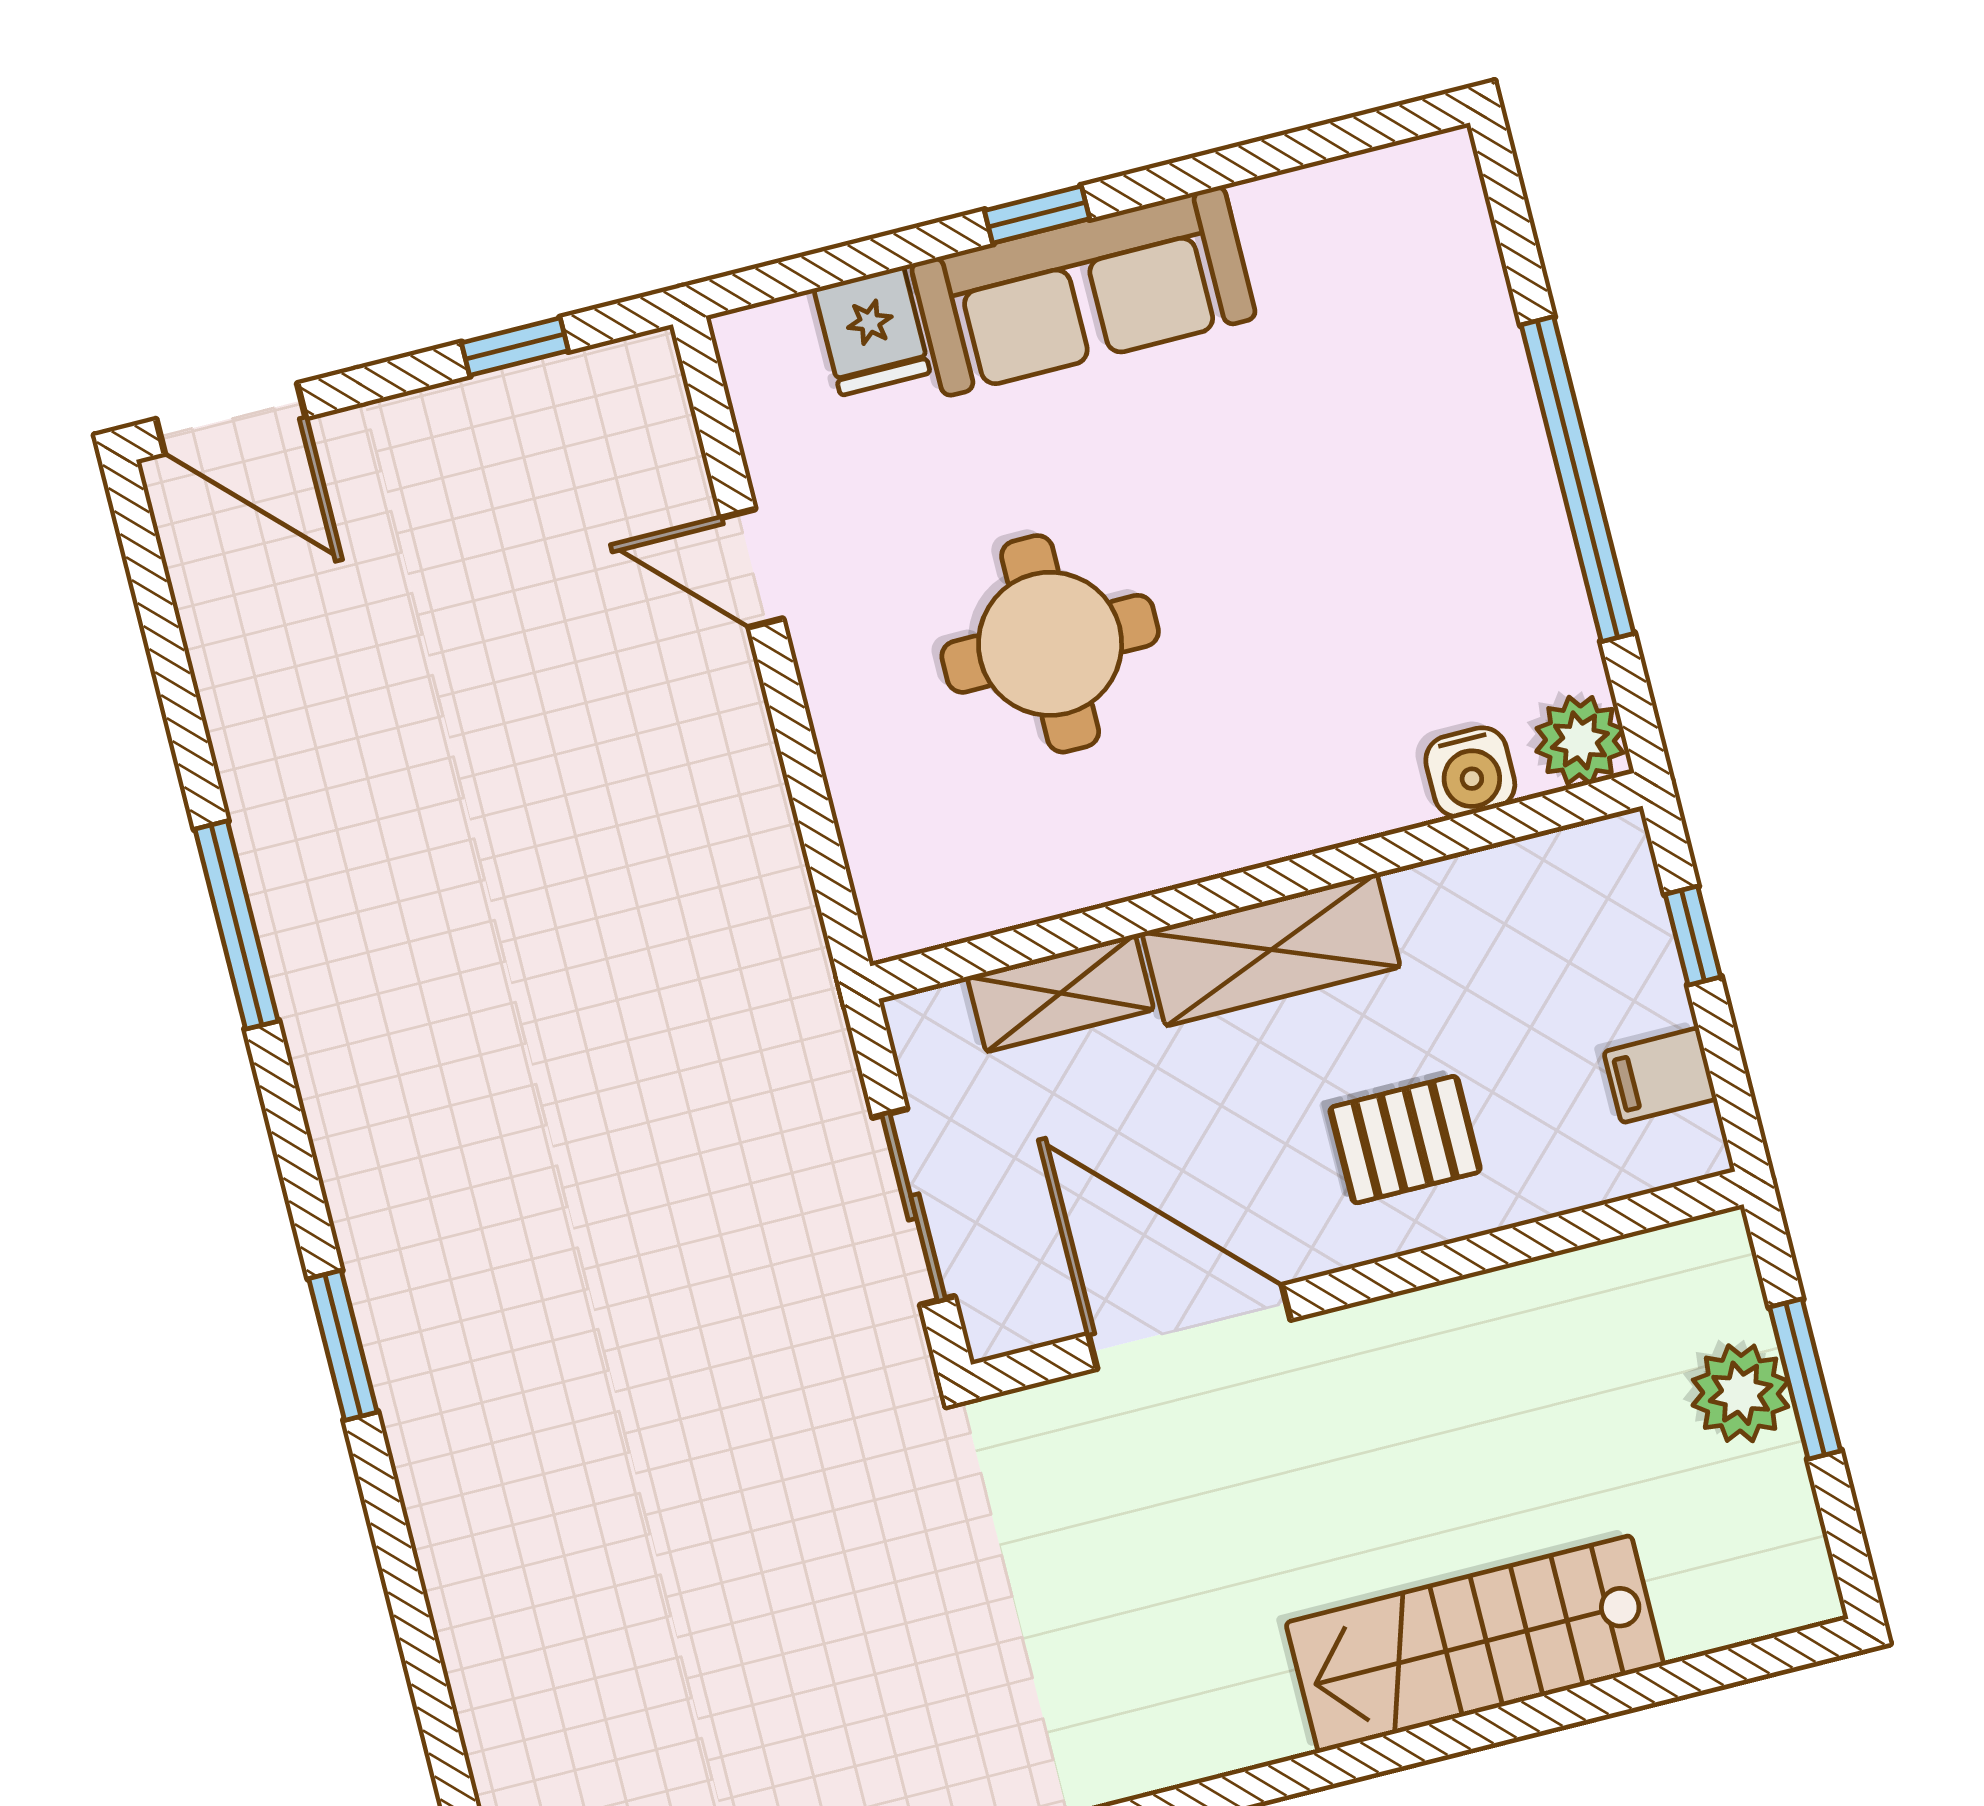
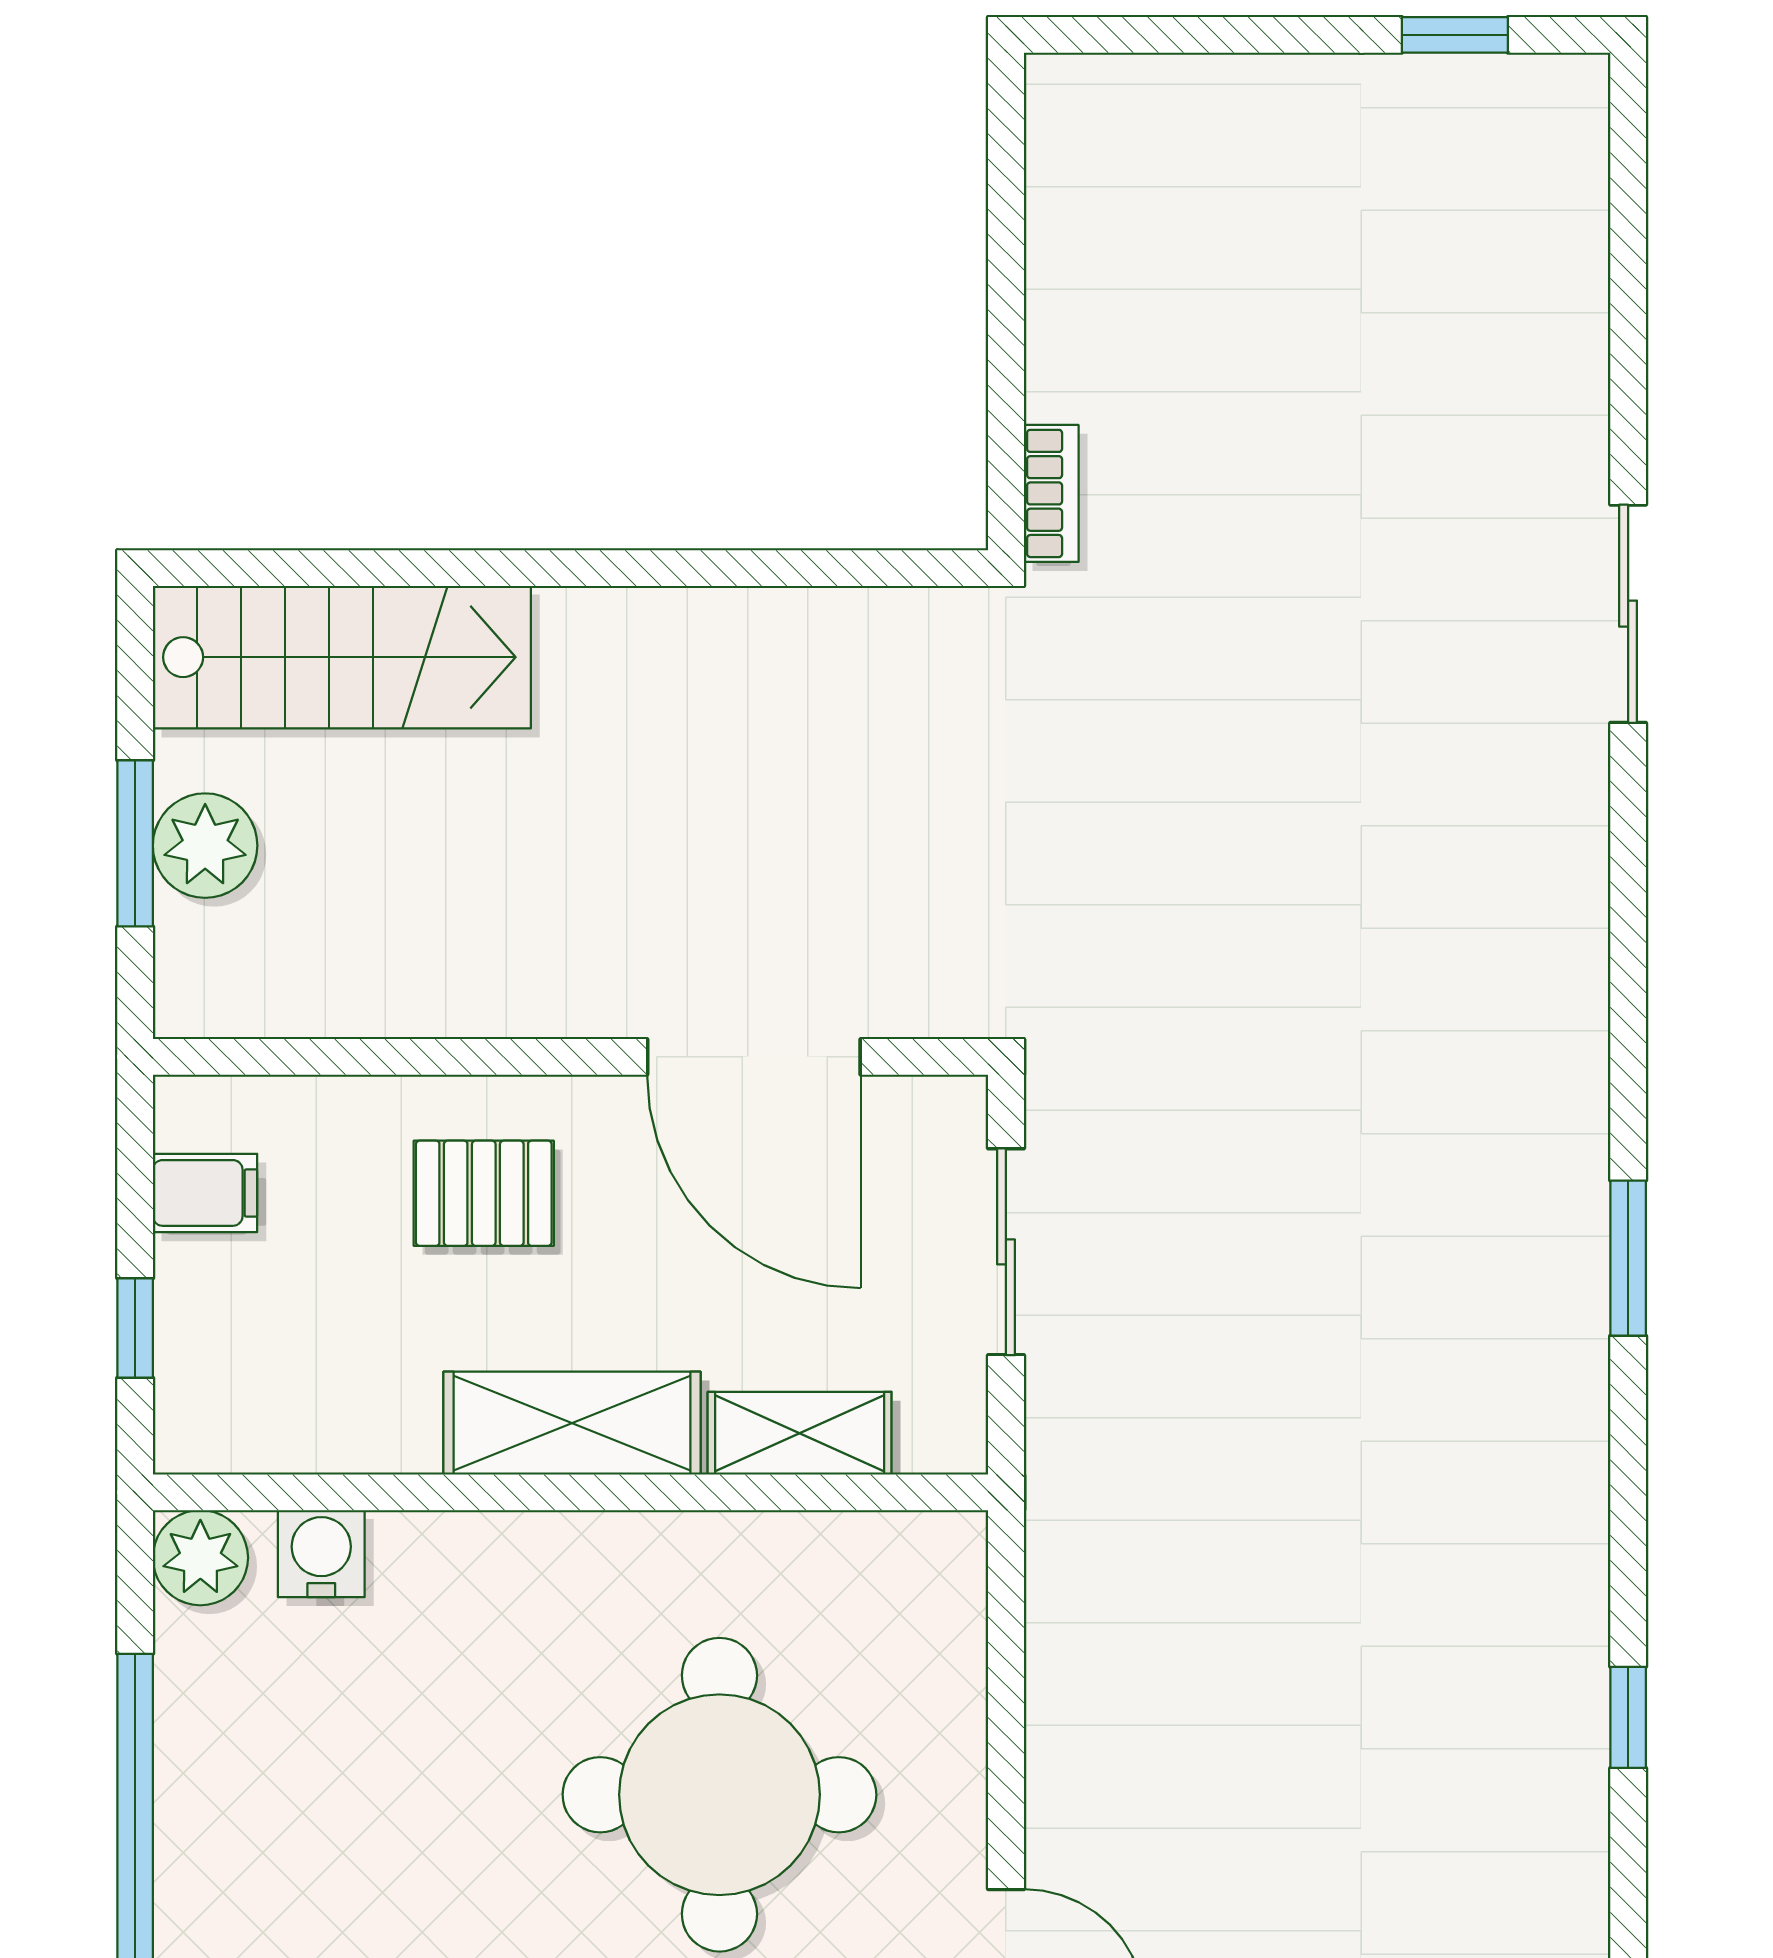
round table: (1050, 644) -> (719, 1795), width x1.36, depth x1.36
window: (236, 925) -> (1628, 1717), width x0.46
stairs: (1475, 1644) -> (342, 657), moved

